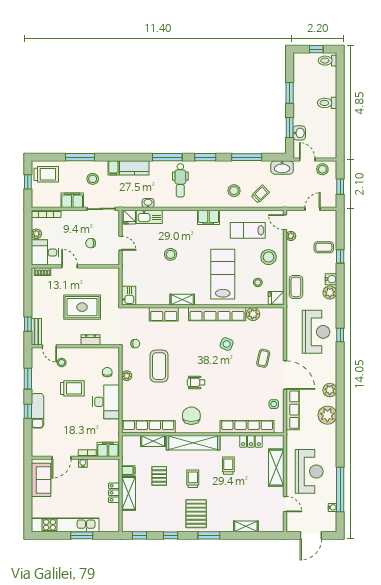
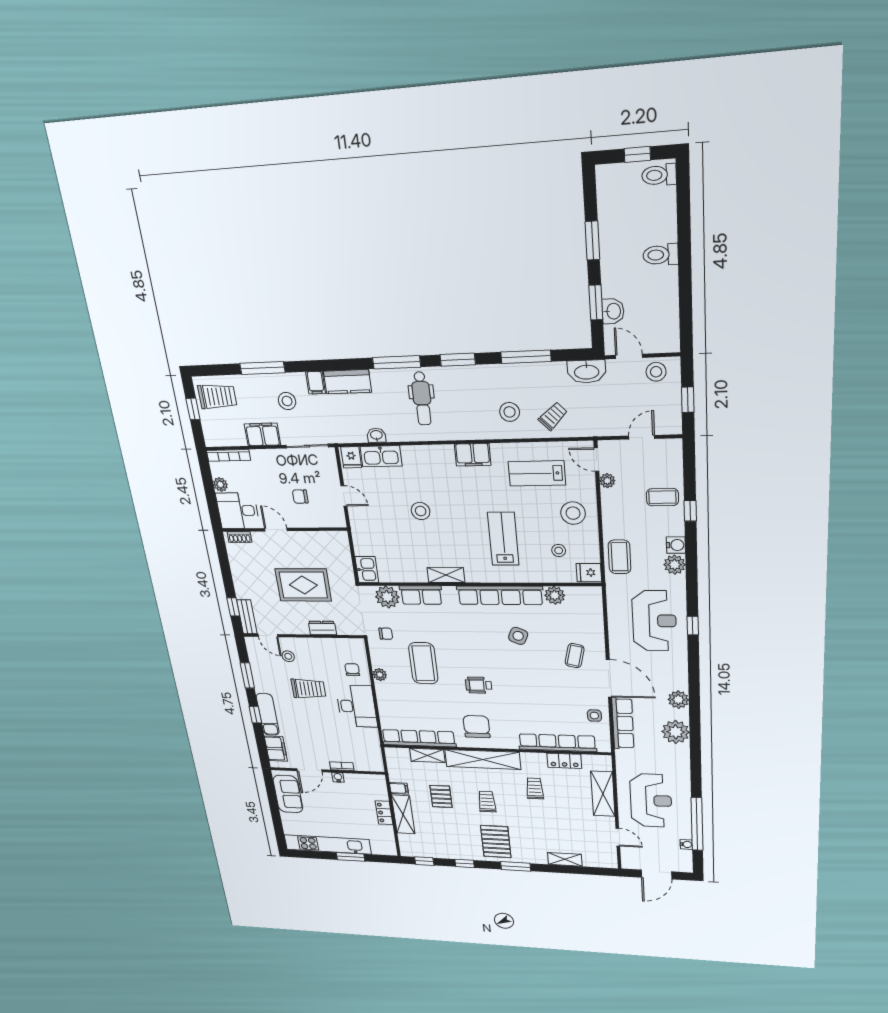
lab bench: (223, 274) -> (503, 539), width x0.73, depth x0.72
plant: (140, 316) -> (387, 597), added
filing cabinet: (108, 449) -> (276, 749), moved, turned 90

